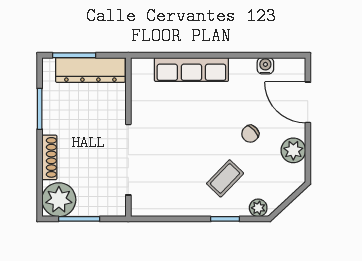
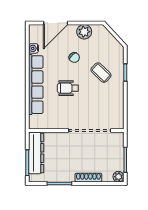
row of seats: (191, 69) -> (36, 85), width x1.36
wheelchair: (199, 123) -> (68, 88), added
plant: (59, 200) -> (118, 177), width x0.53, depth x0.53
plant: (258, 208) -> (119, 53), removed

